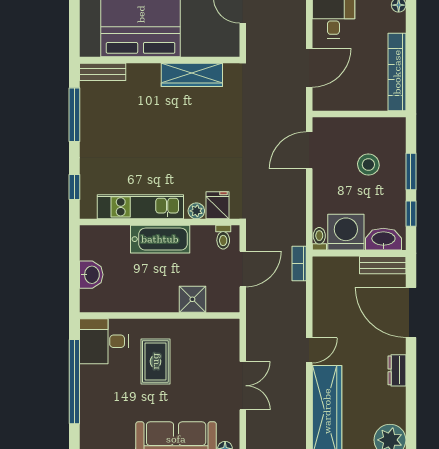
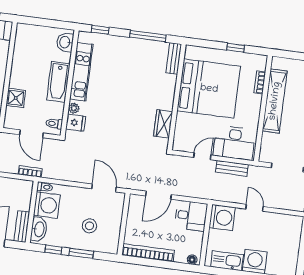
door: (309, 68) -> (158, 195), hinge flipped
wardrobe: (192, 75) -> (163, 124), width x0.67
washbasin: (91, 275) -> (65, 42), moved, turned 90

